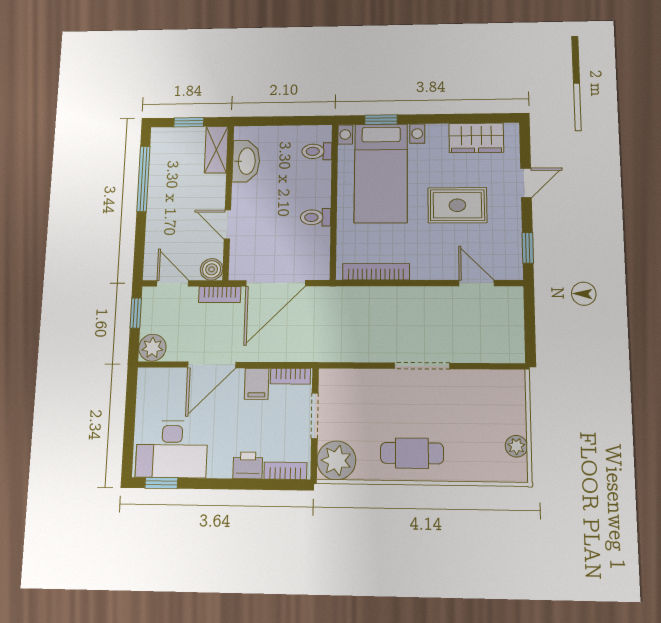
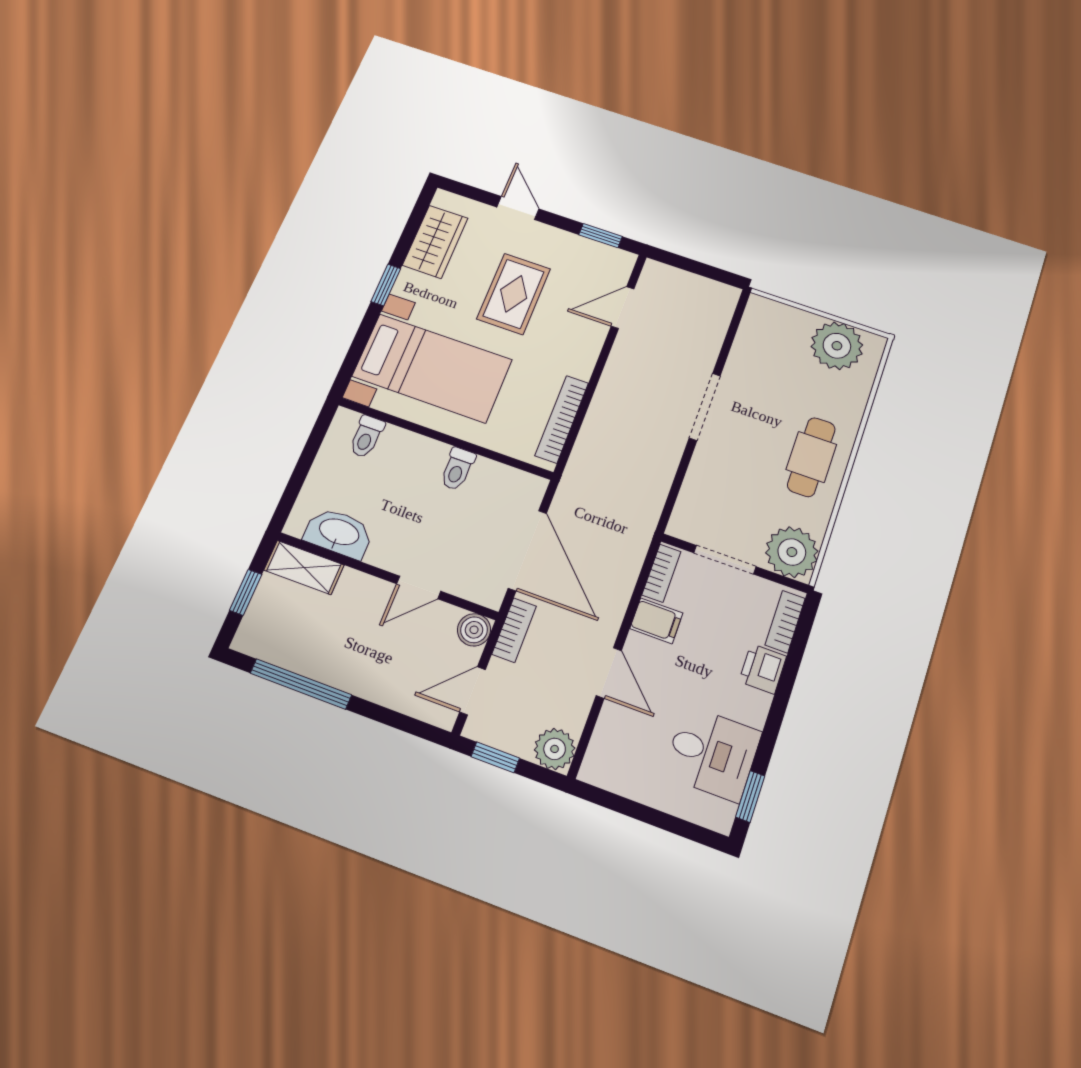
window: (381, 120) -> (386, 285), moved
door: (212, 365) -> (609, 673), width x0.73
plant: (516, 446) -> (837, 346), width x1.87, depth x1.87
desk: (172, 449) -> (712, 753), width x0.73

